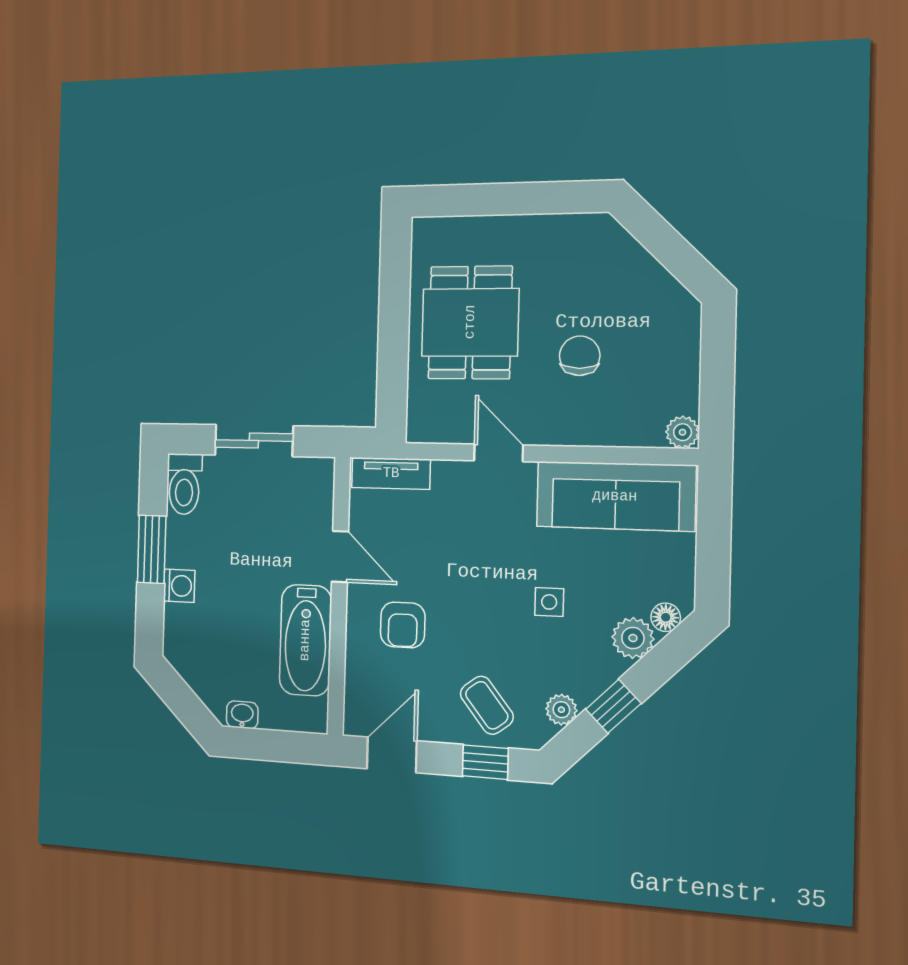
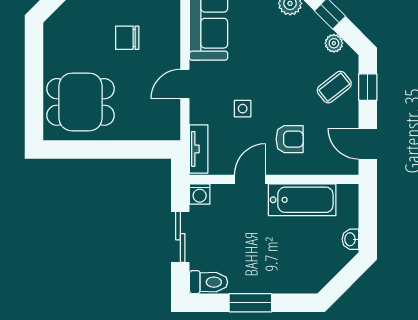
dining table: (470, 322) -> (81, 102), moved
washing machine: (179, 586) -> (200, 194), moved, turned 180
side table: (549, 602) -> (243, 109), moved

